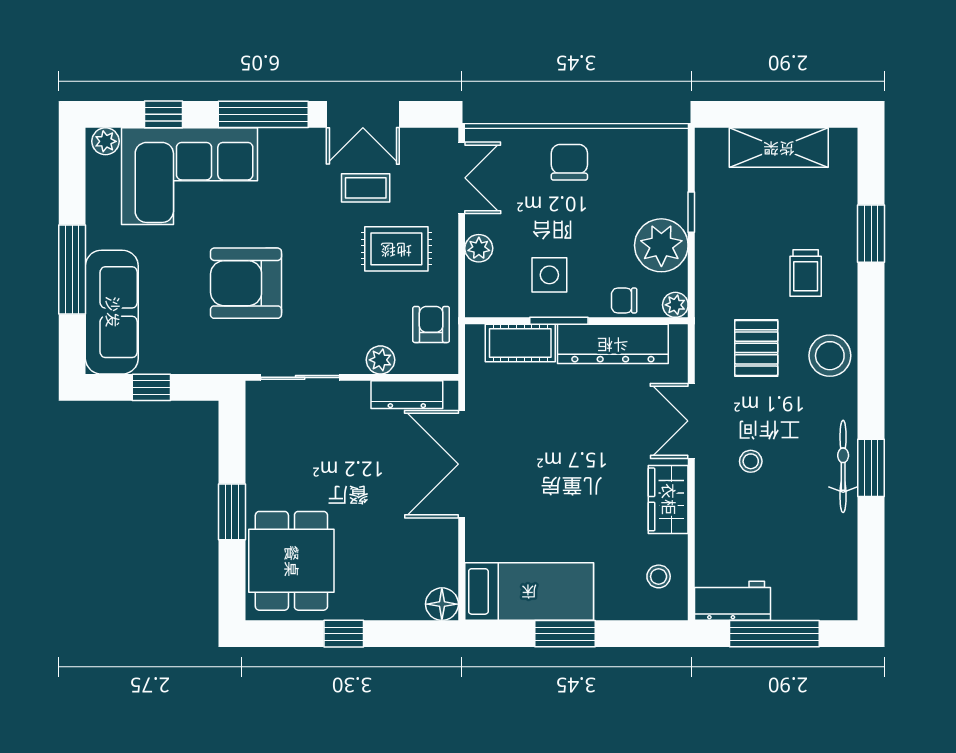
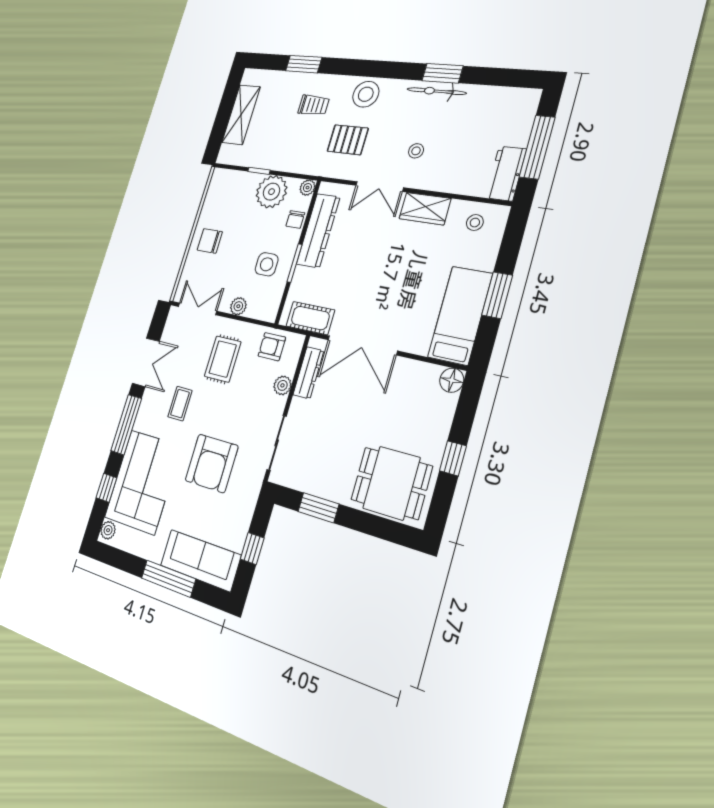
coffee table: (366, 188) -> (180, 404), moved
cot: (520, 343) -> (310, 318), moved, turned 90
window: (232, 512) -> (318, 508), moved

